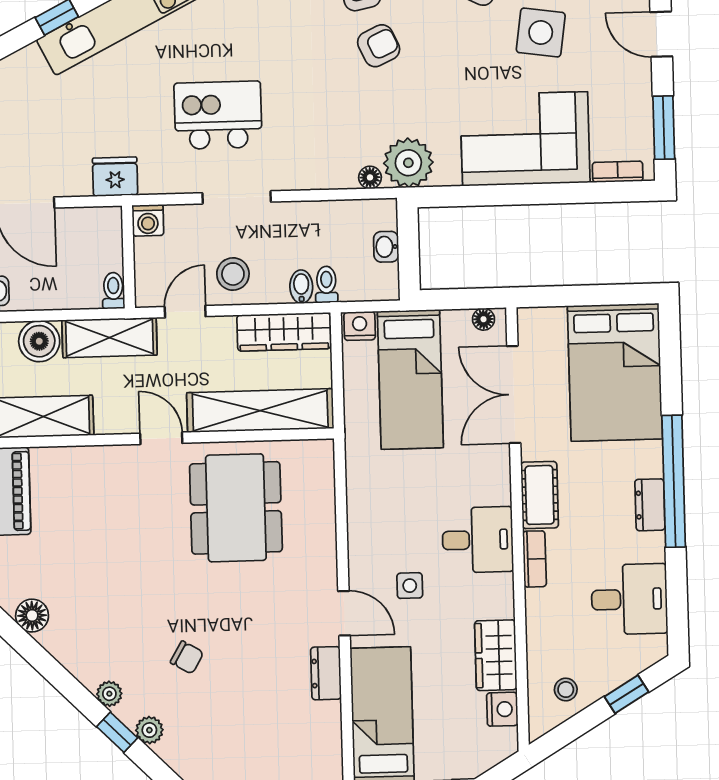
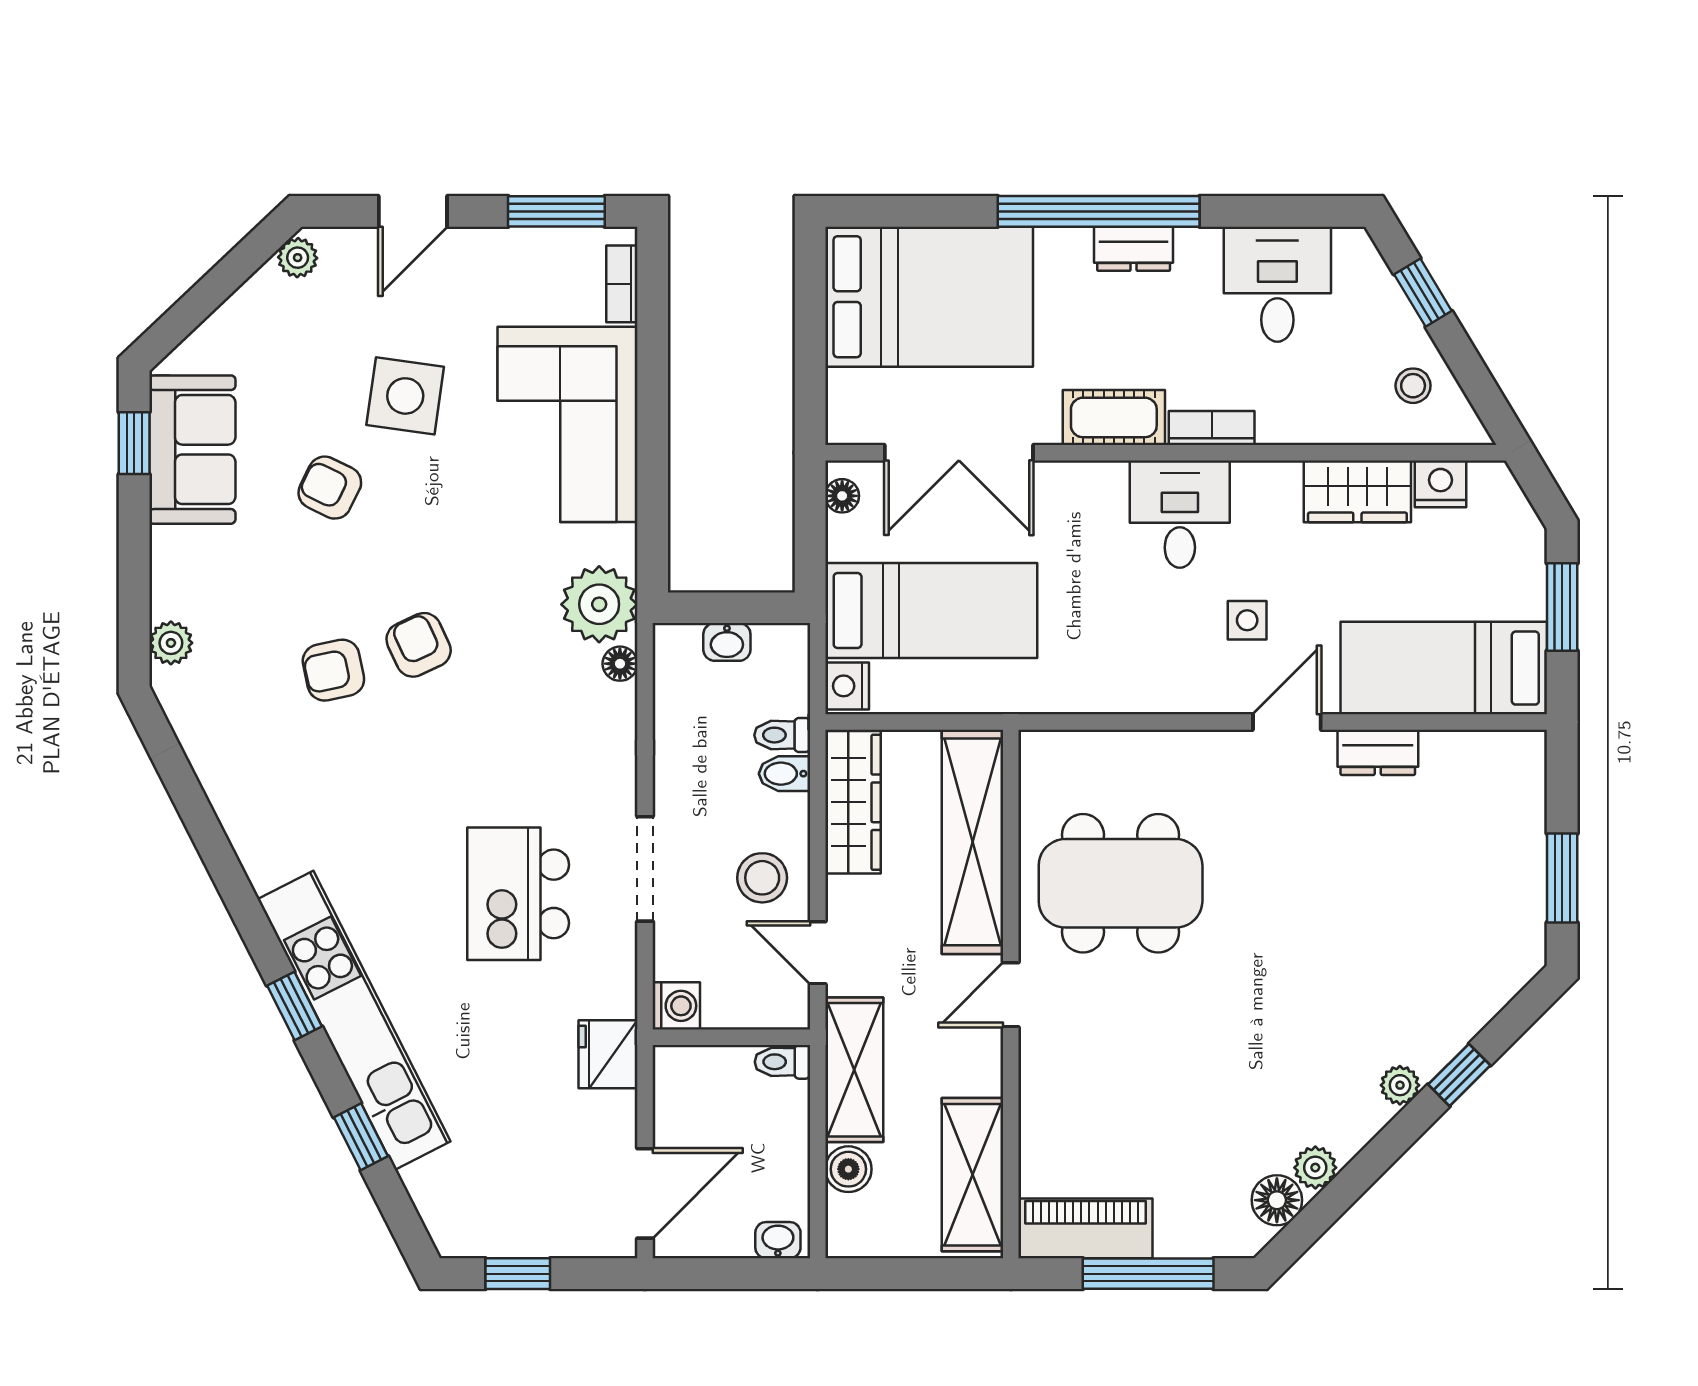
boiler: (39, 341) -> (848, 1169), width x0.73, depth x0.73
chair: (187, 657) -> (1348, 965), removed
plant: (149, 730) -> (1315, 1168), moved

